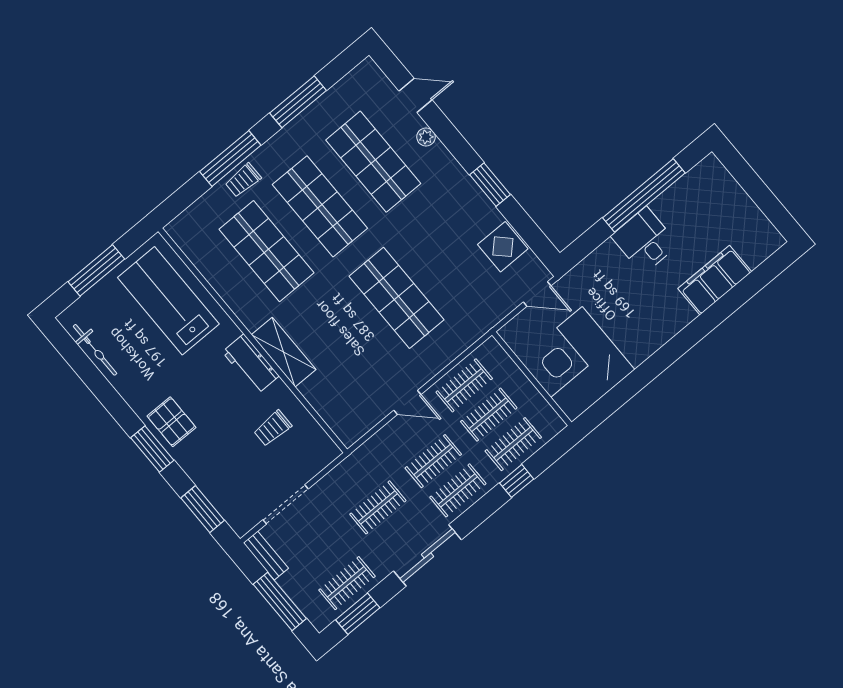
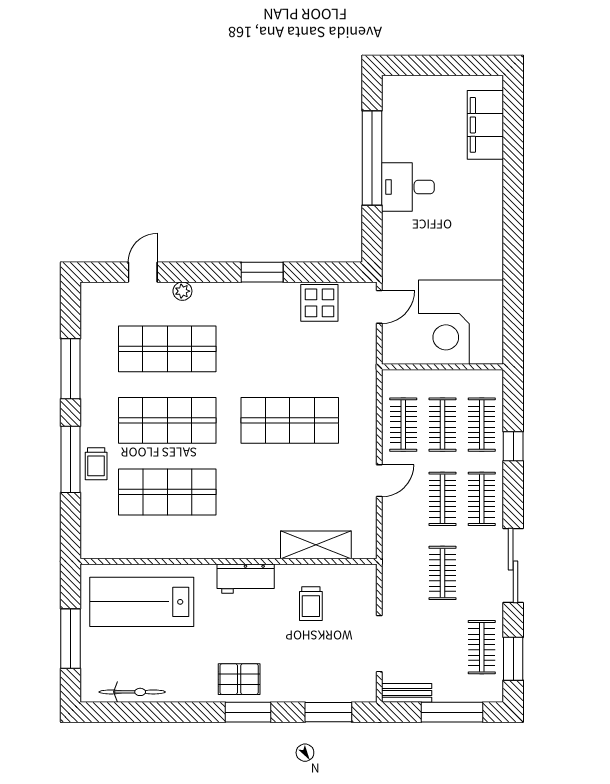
filing cabinet: (715, 280) -> (485, 125), moved
shelving: (284, 352) -> (316, 545), moved

